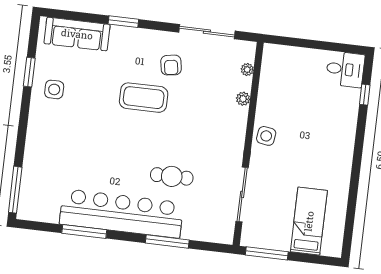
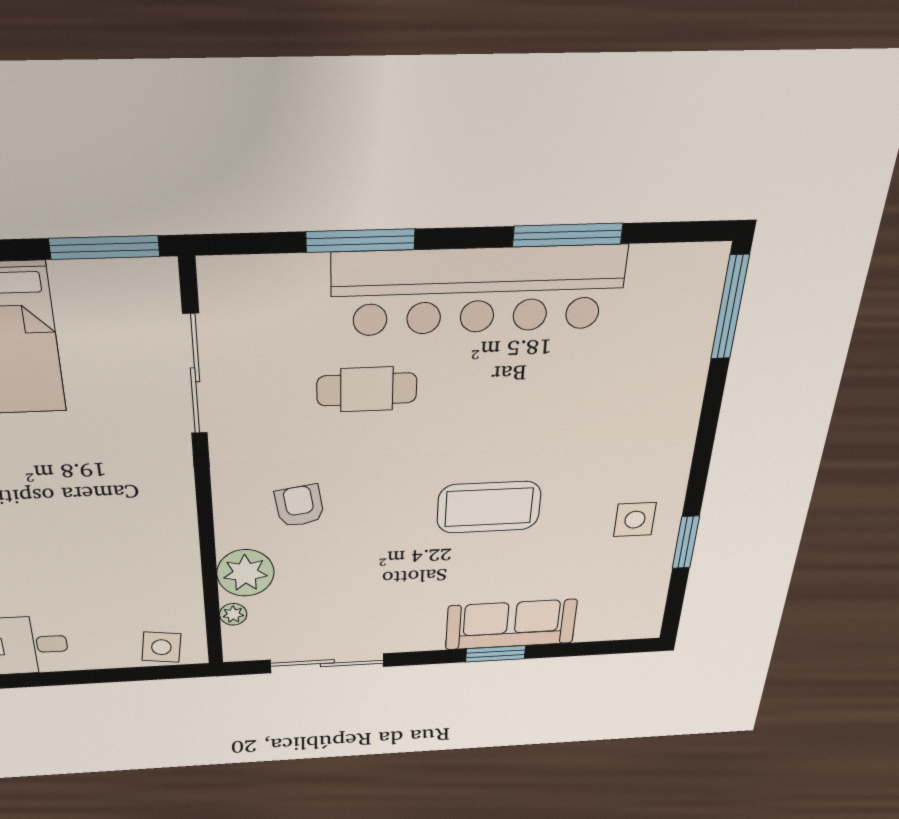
sofa: (77, 34) -> (511, 624), moved
armchair: (171, 65) -> (299, 506), moved
coffee table: (144, 98) -> (489, 507), moved
plant: (243, 99) -> (245, 573), width x1.88, depth x1.88
side table: (266, 136) -> (161, 647), moved

